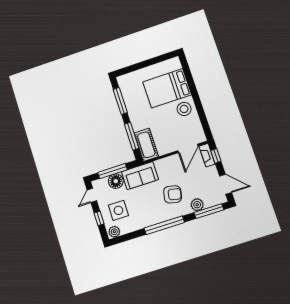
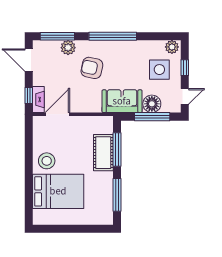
cot: (146, 145) -> (103, 153), moved

